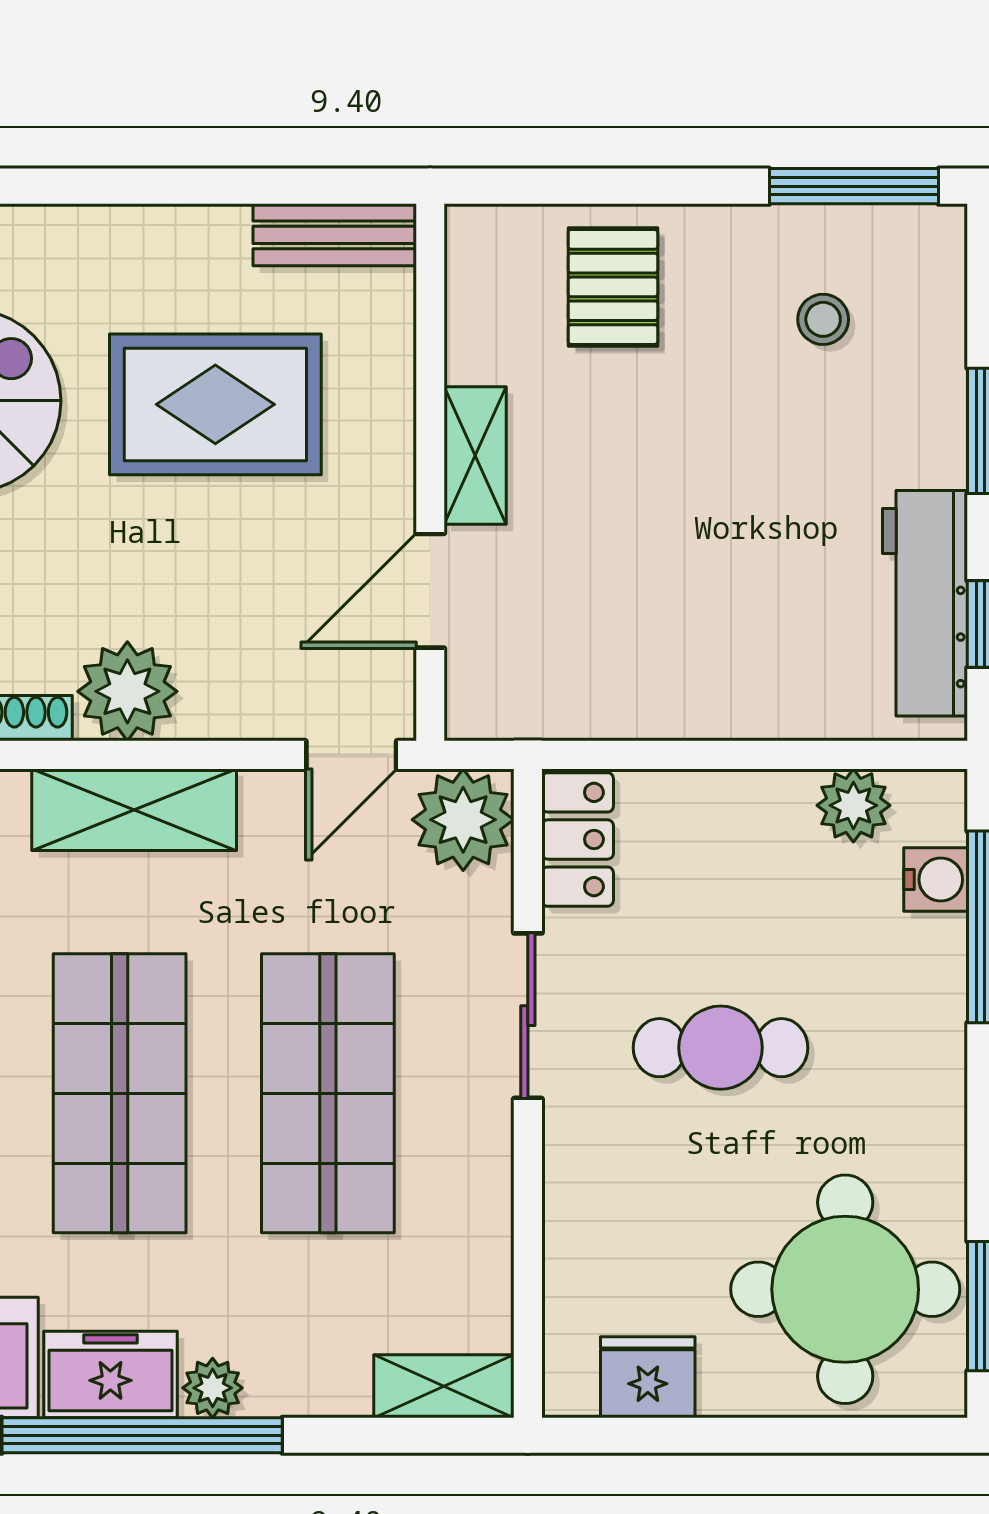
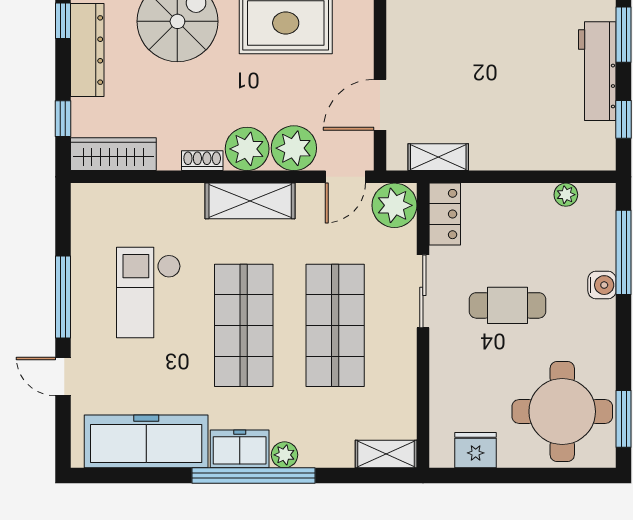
shelving: (475, 455) -> (438, 157), moved, turned 90
workbench: (925, 603) -> (597, 71), moved
plant: (234, 690) -> (294, 148), added
plant: (853, 805) -> (566, 195), width x0.73, depth x0.73
water cooler: (936, 880) -> (602, 285), moved

